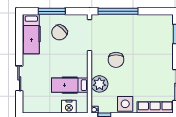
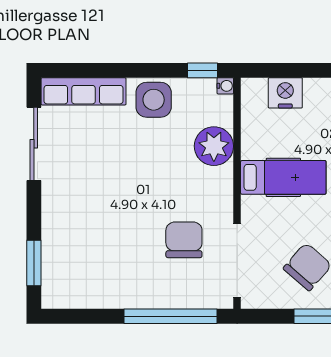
chair: (116, 60) -> (184, 240), moved
hospital bed: (70, 85) -> (283, 177), moved

